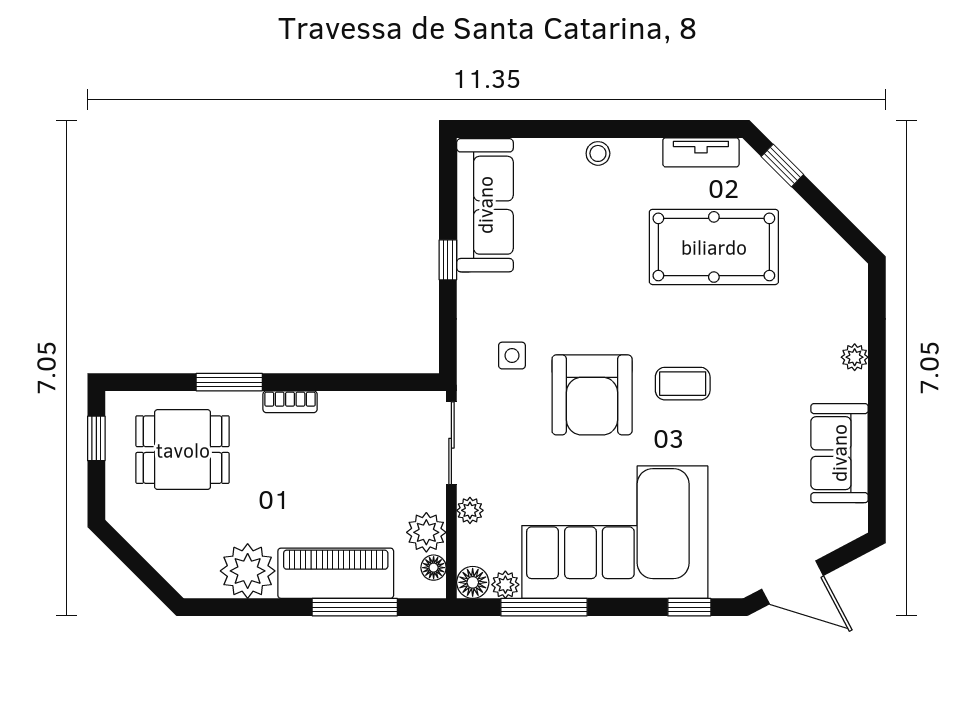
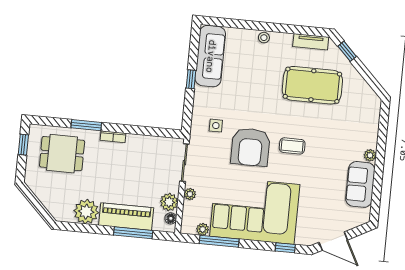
plant: (855, 357) -> (370, 155), moved
floor lamp: (473, 582) -> (188, 227), removed

